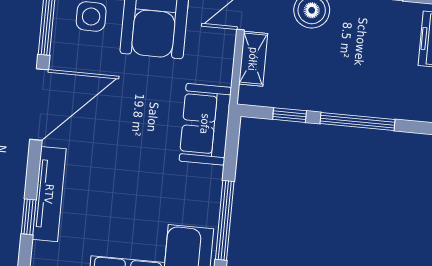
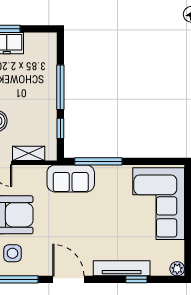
door: (39, 105) -> (68, 279), width x0.73
window: (225, 220) -> (98, 161), moved

